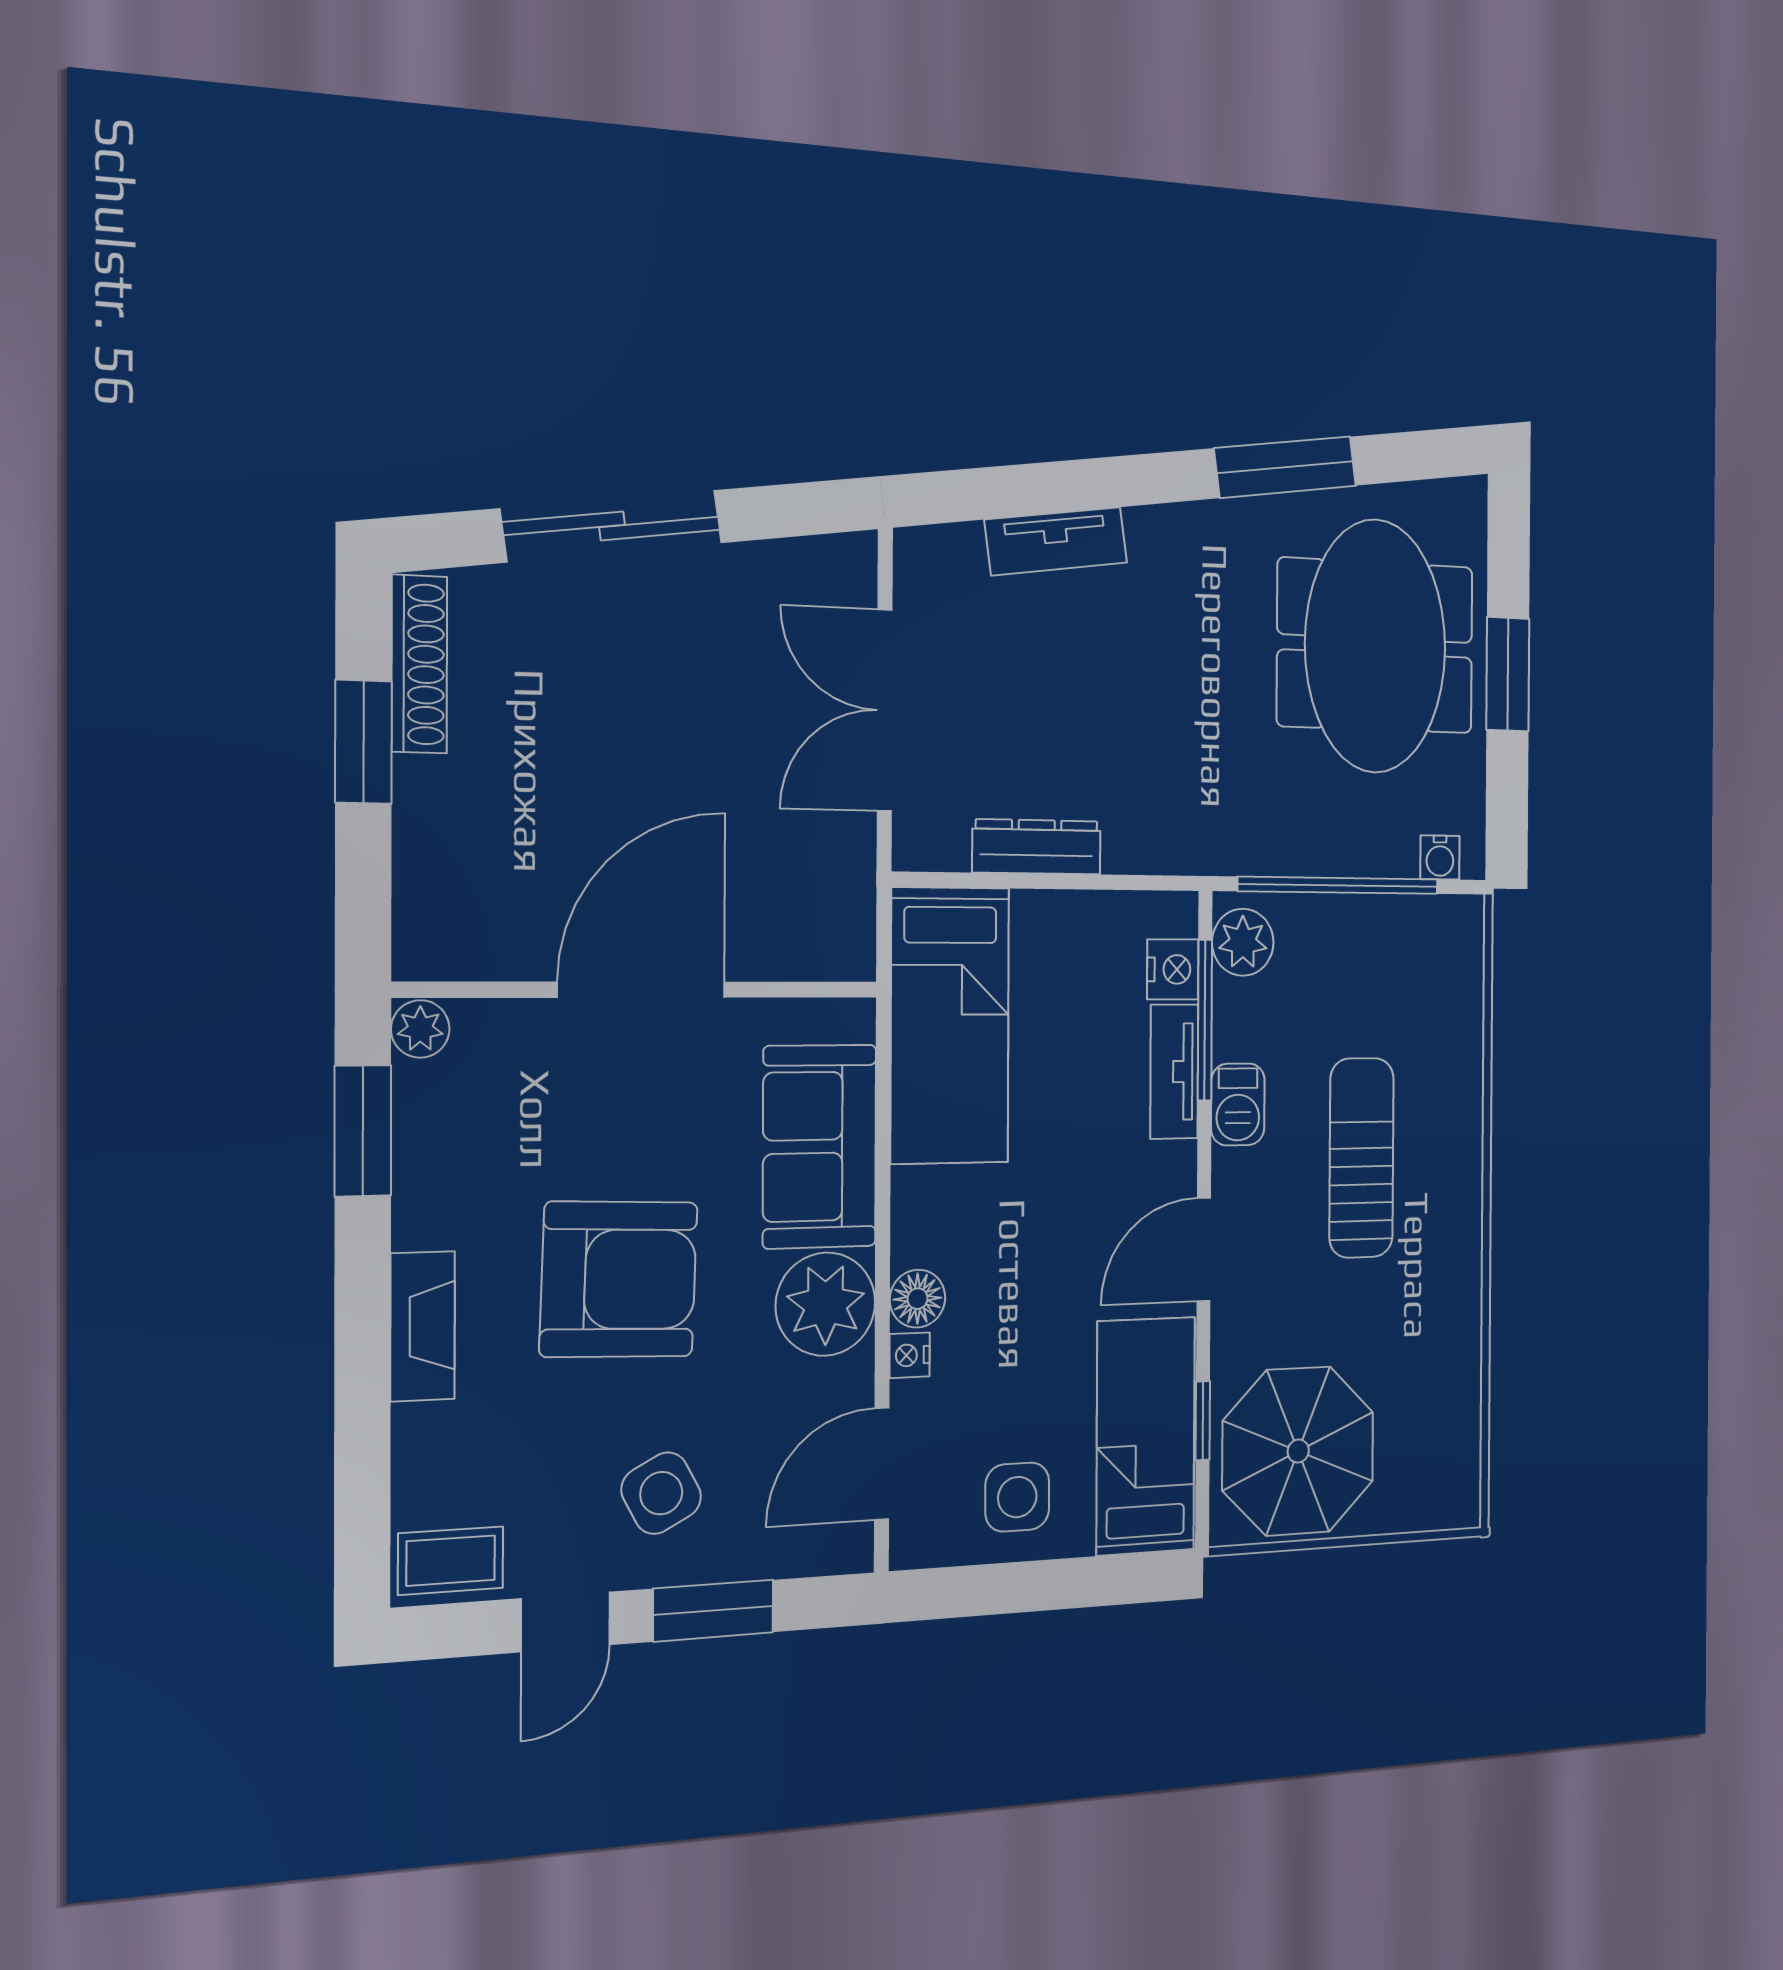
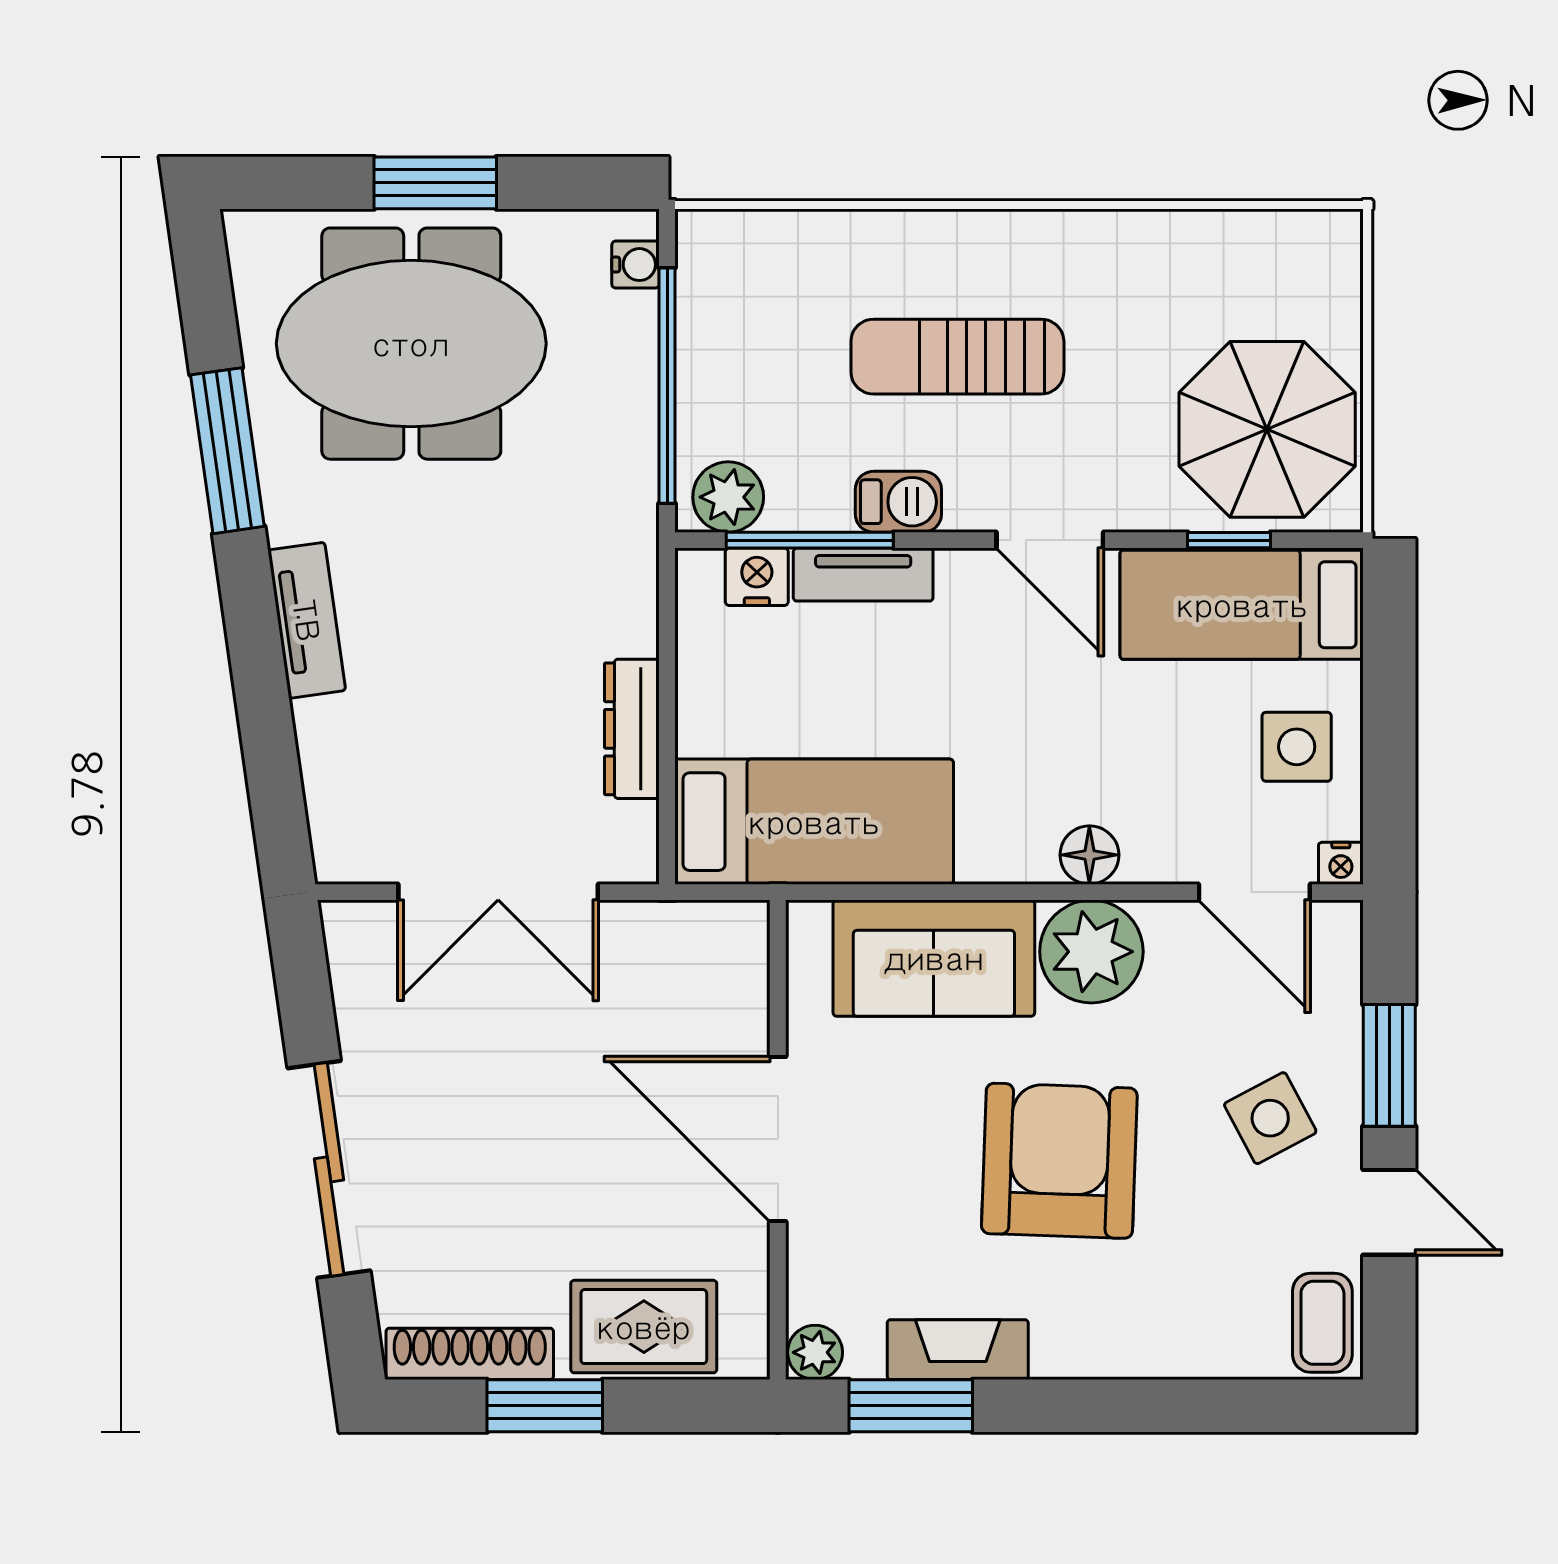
tv unit: (1056, 541) -> (307, 620), moved
rug: (448, 849) -> (644, 1327), added
fireplace: (423, 1326) -> (958, 1350), moved
nightstand: (910, 1355) -> (1341, 863), moved

